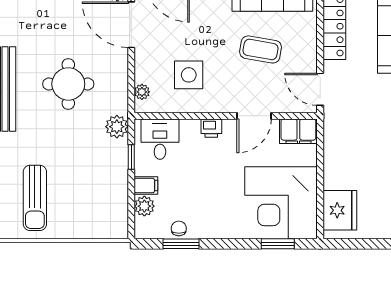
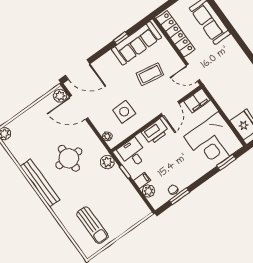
printer: (211, 128) -> (155, 132), width x1.87, depth x1.48

